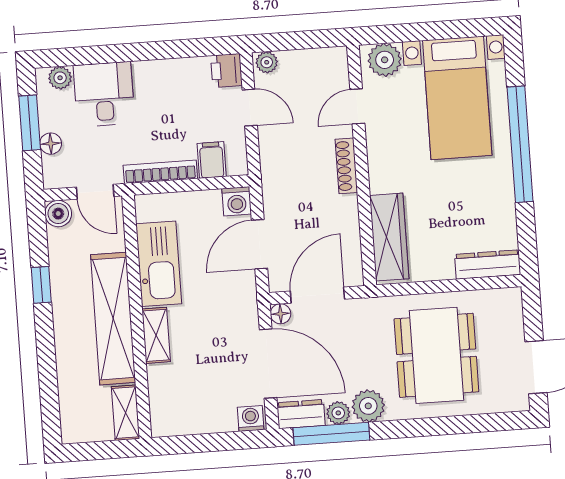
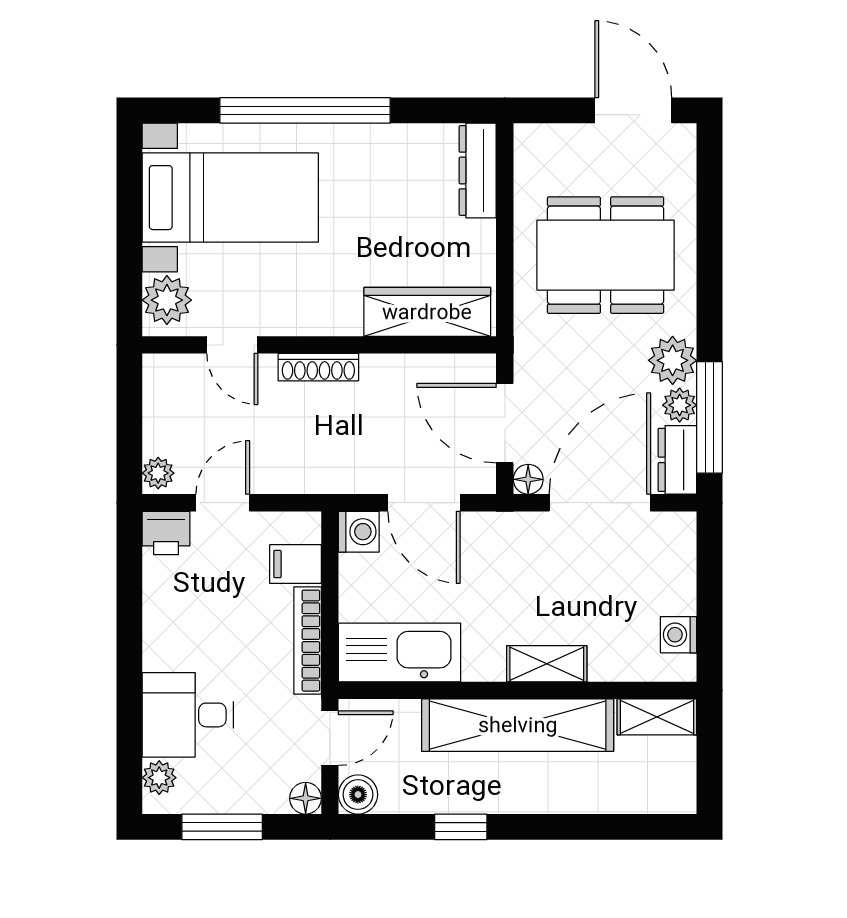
floor lamp: (51, 144) -> (306, 798), moved
kitchen sink: (159, 264) -> (400, 653), moved
washing machine: (251, 419) -> (679, 635), moved

